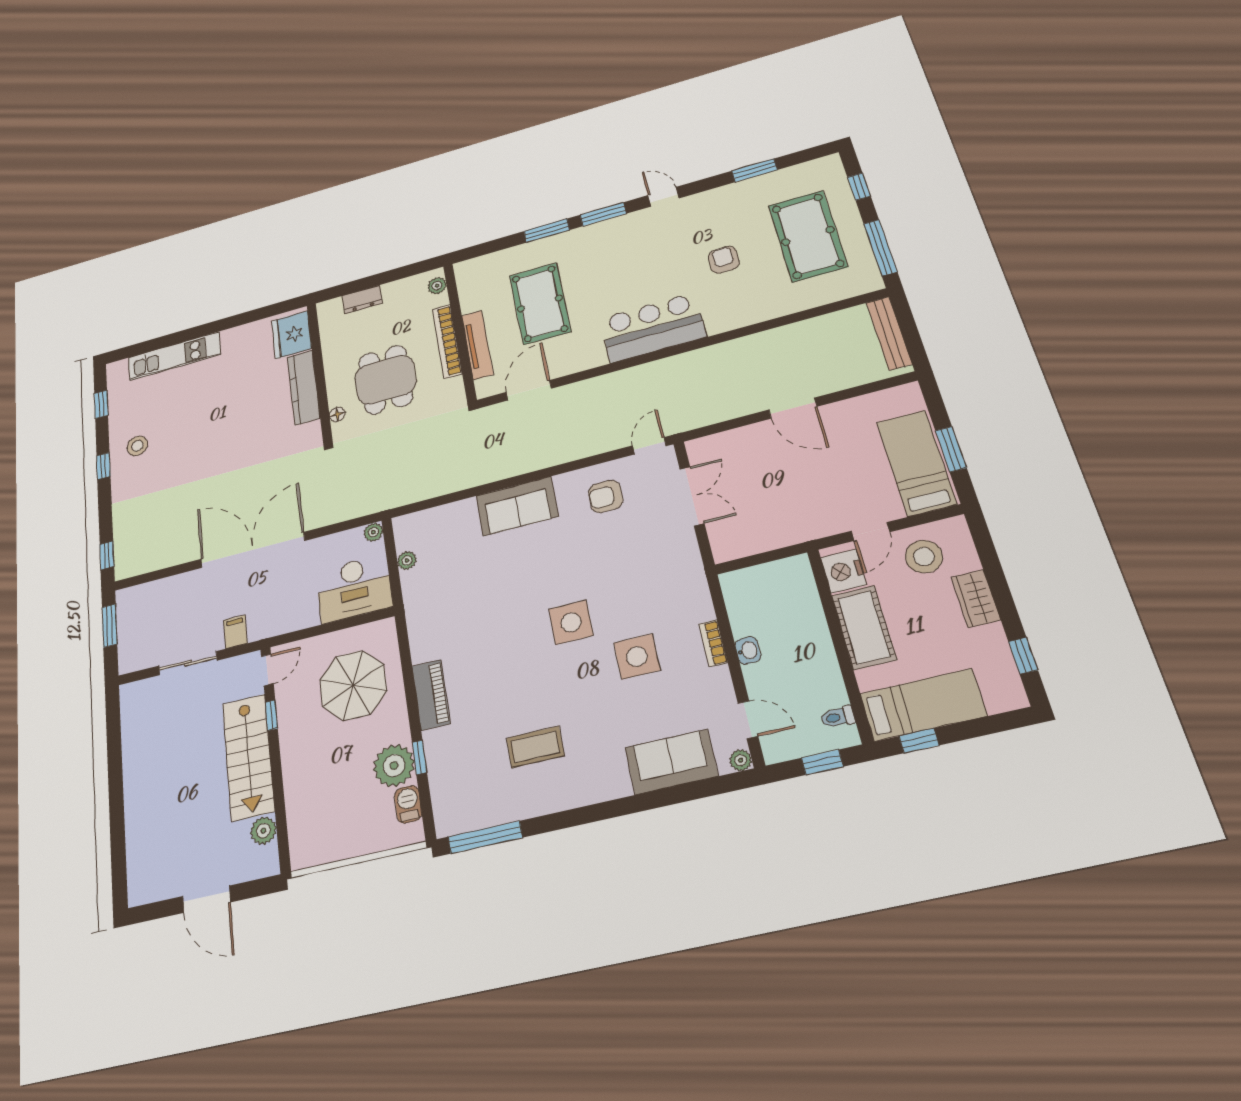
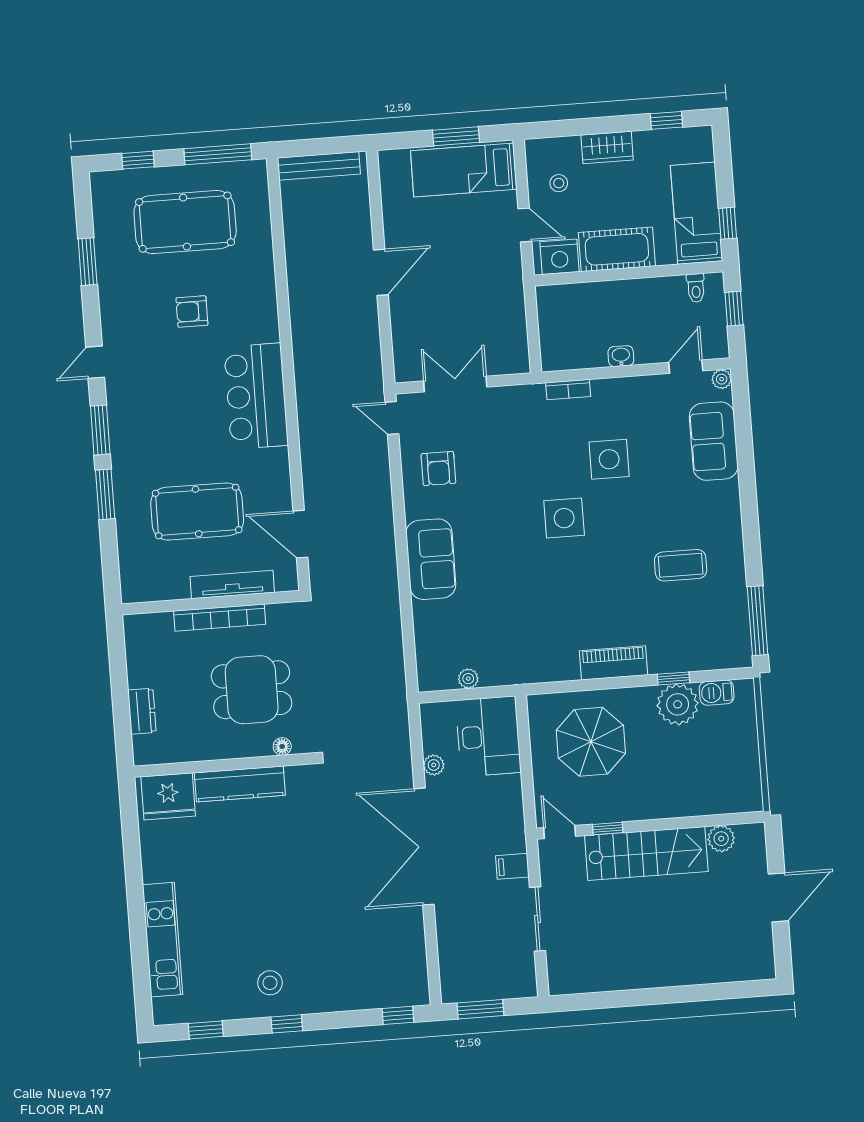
plant: (437, 286) -> (145, 624), removed
plant: (373, 532) -> (434, 765), moved
stool: (924, 557) -> (559, 183), width x0.53, depth x0.53
bookcase: (713, 643) -> (568, 390), moved
coffee table: (535, 747) -> (681, 565), turned 90

